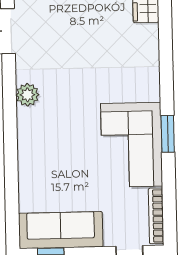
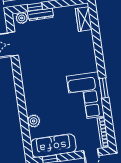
plant: (27, 95) -> (34, 121), moved

